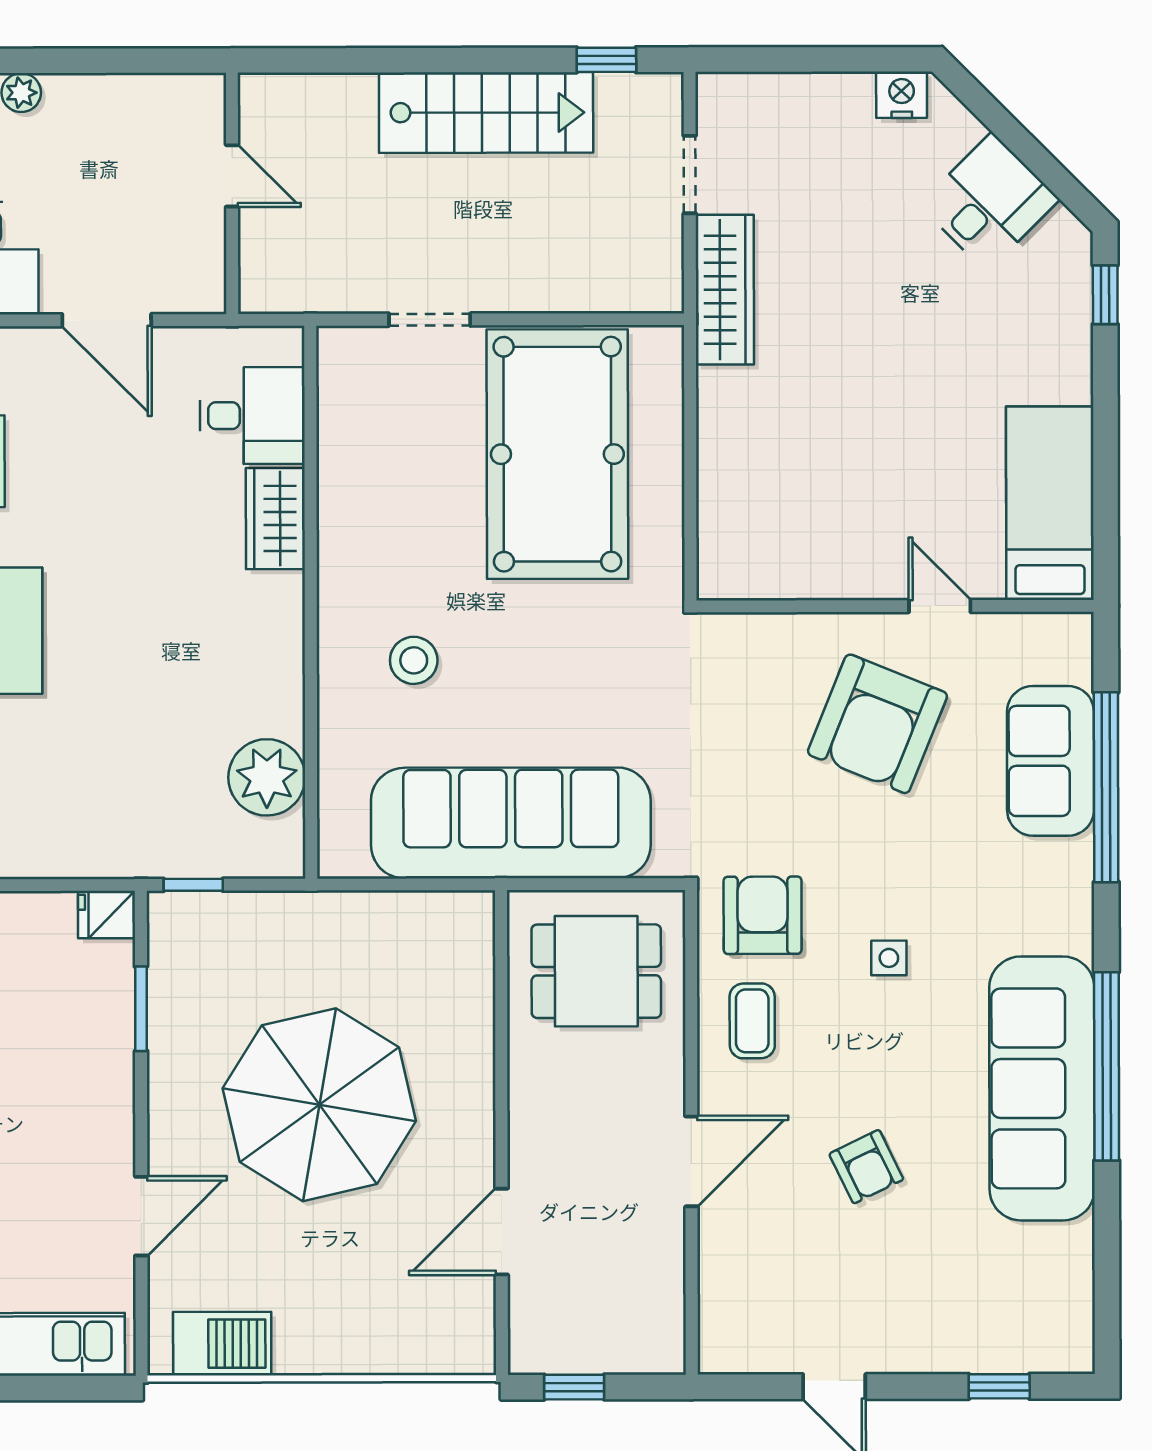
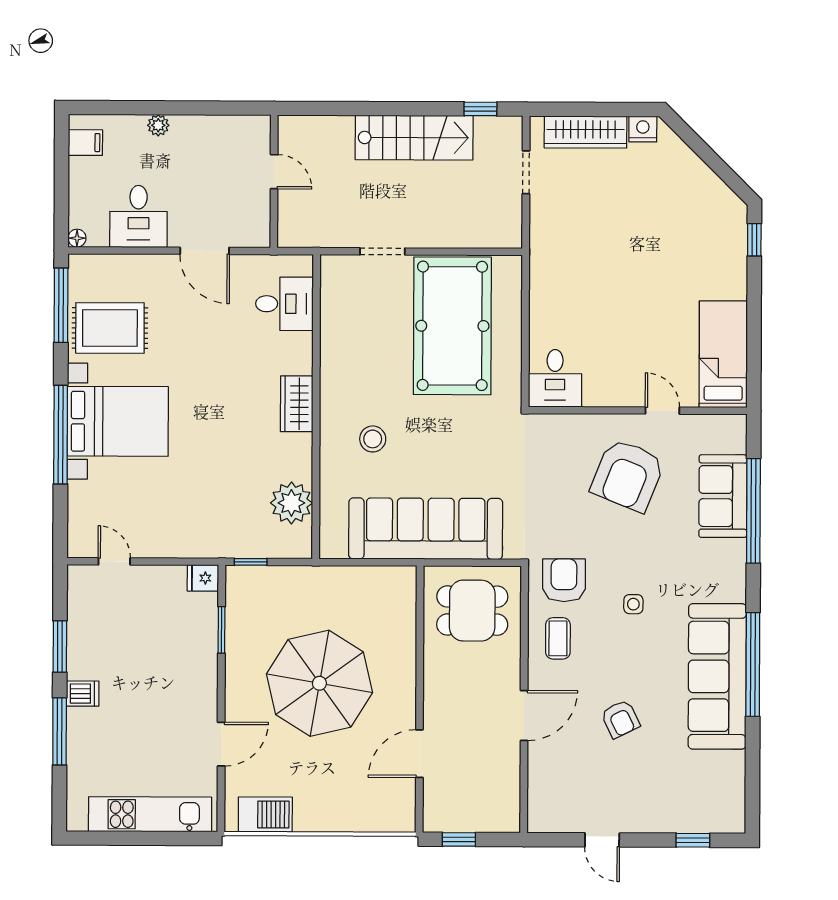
desk: (989, 202) -> (555, 378), moved, turned 135
wardrobe: (725, 290) -> (585, 132), moved, turned 90
wardrobe: (275, 519) -> (297, 404), moved

